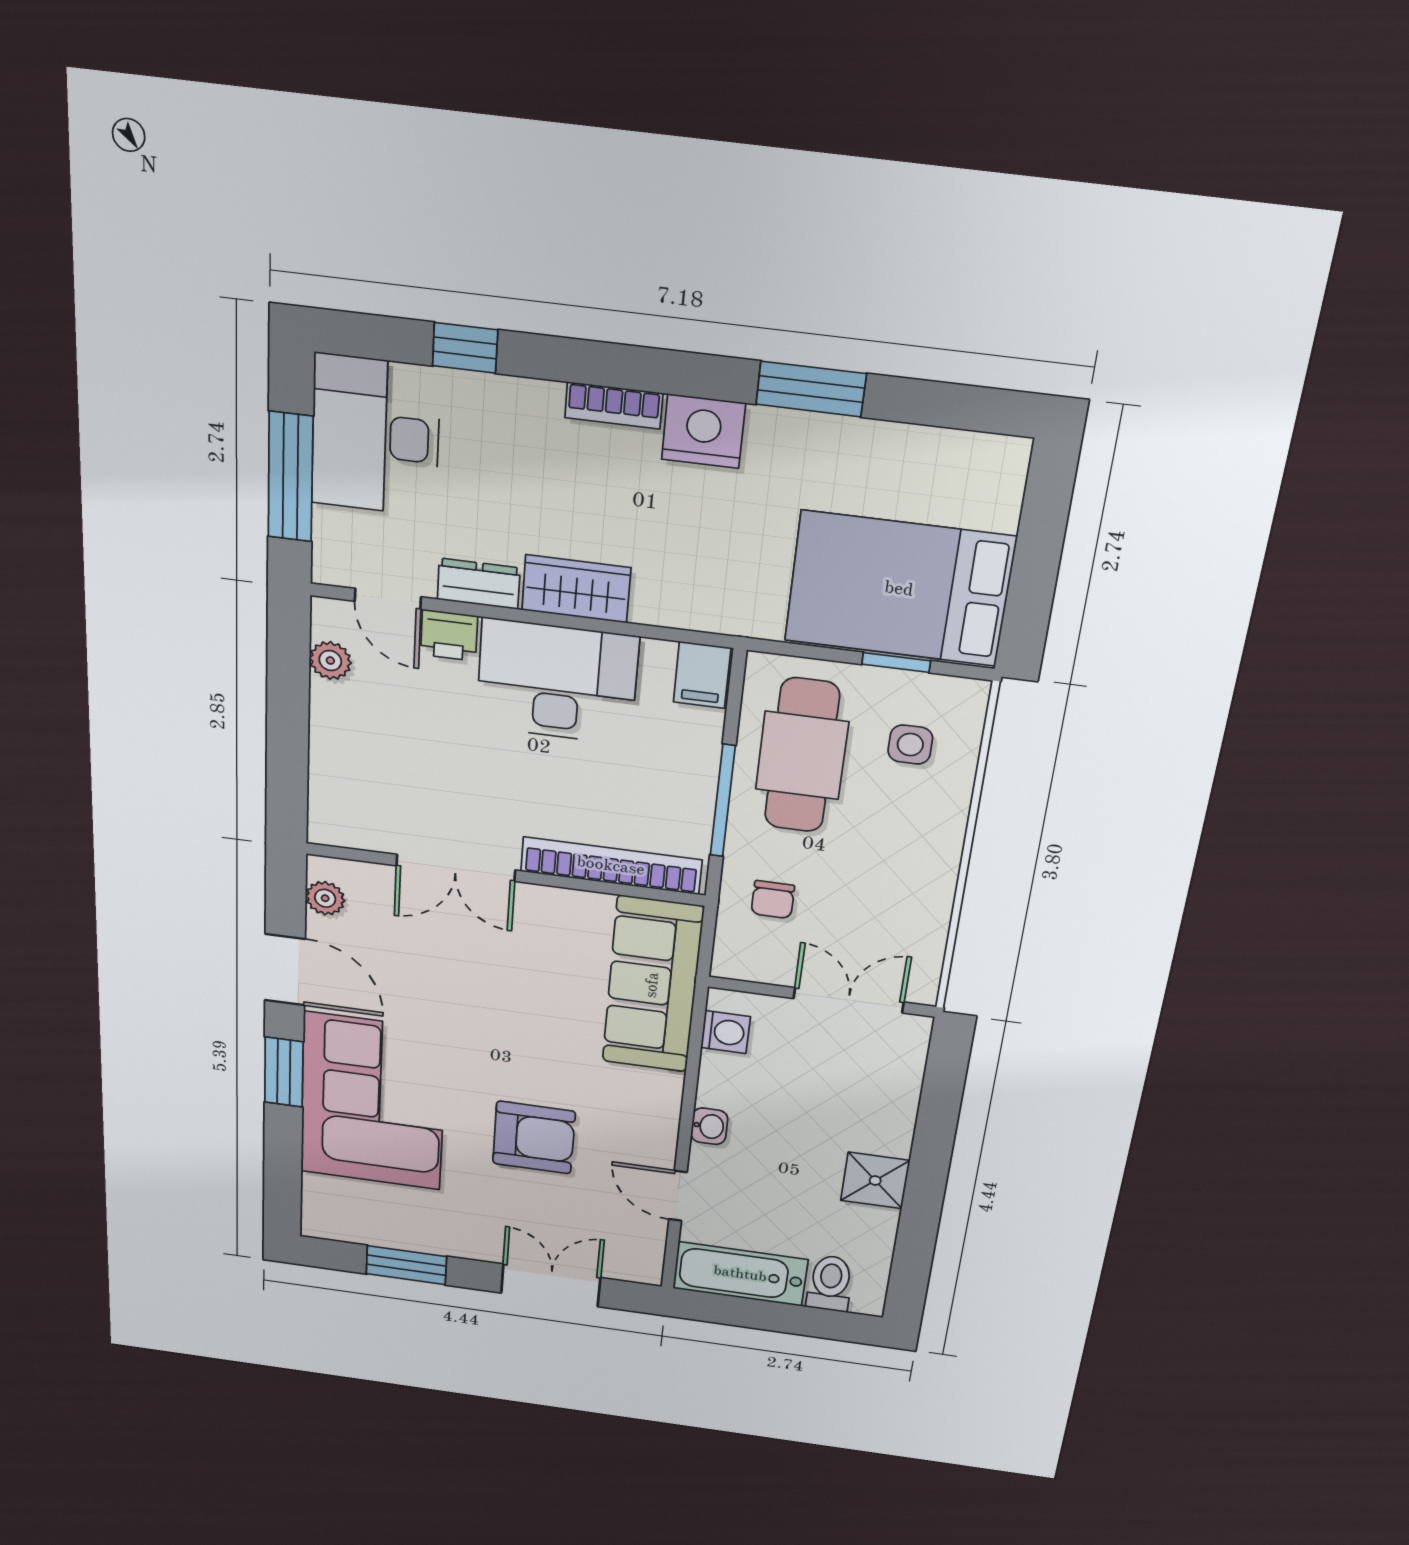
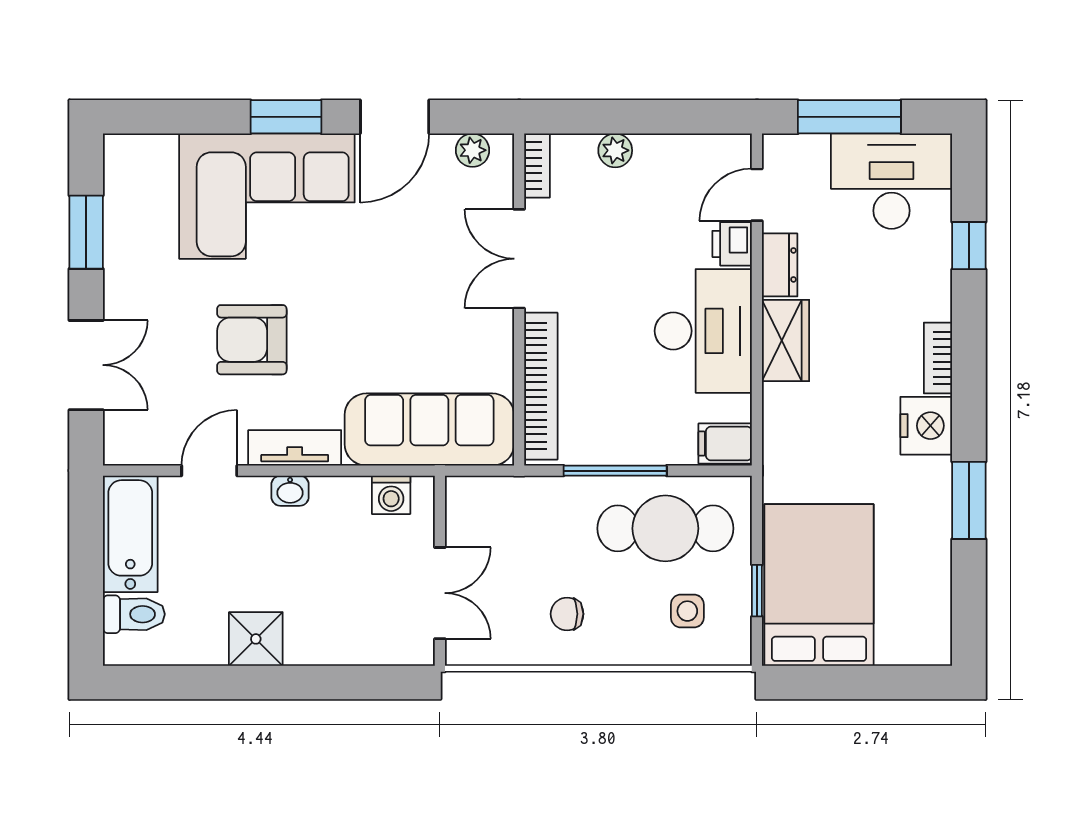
plant: (330, 661) -> (615, 150), moved
bookcase: (345, 835) -> (537, 166), added
chair: (773, 900) -> (567, 614), moved
tv unit: (660, 1115) -> (295, 448), added
armchair: (534, 1138) -> (252, 340), turned 90

